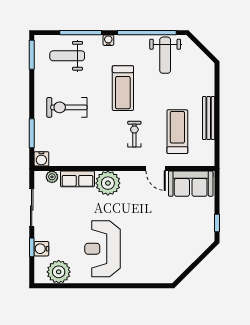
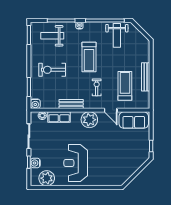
bench: (96, 159) -> (71, 104), added
plant: (108, 183) -> (89, 120), moved

